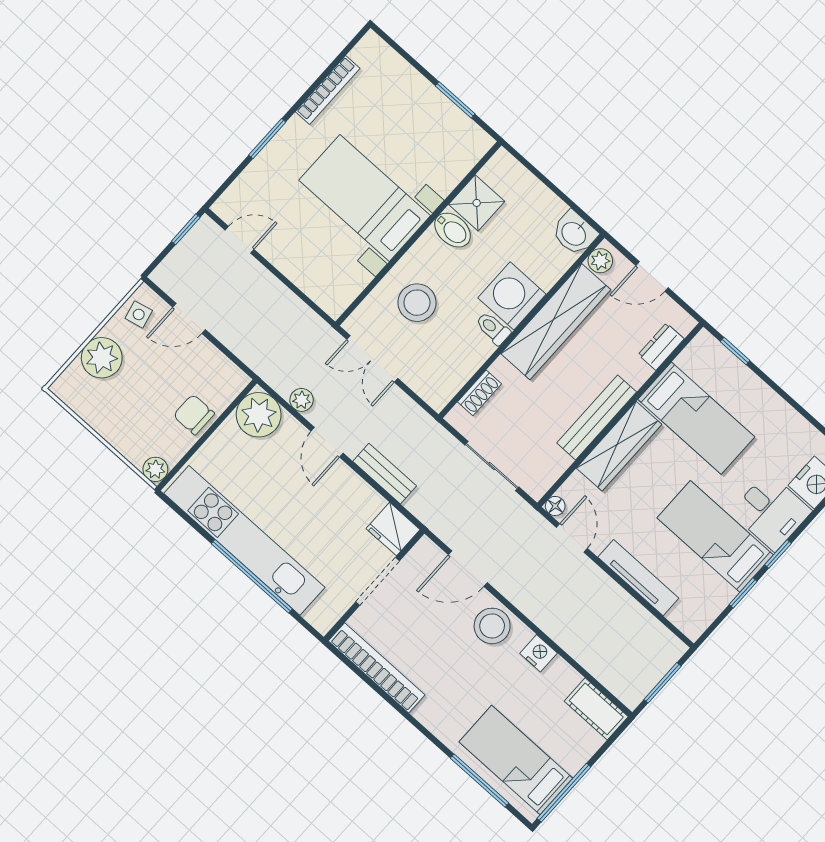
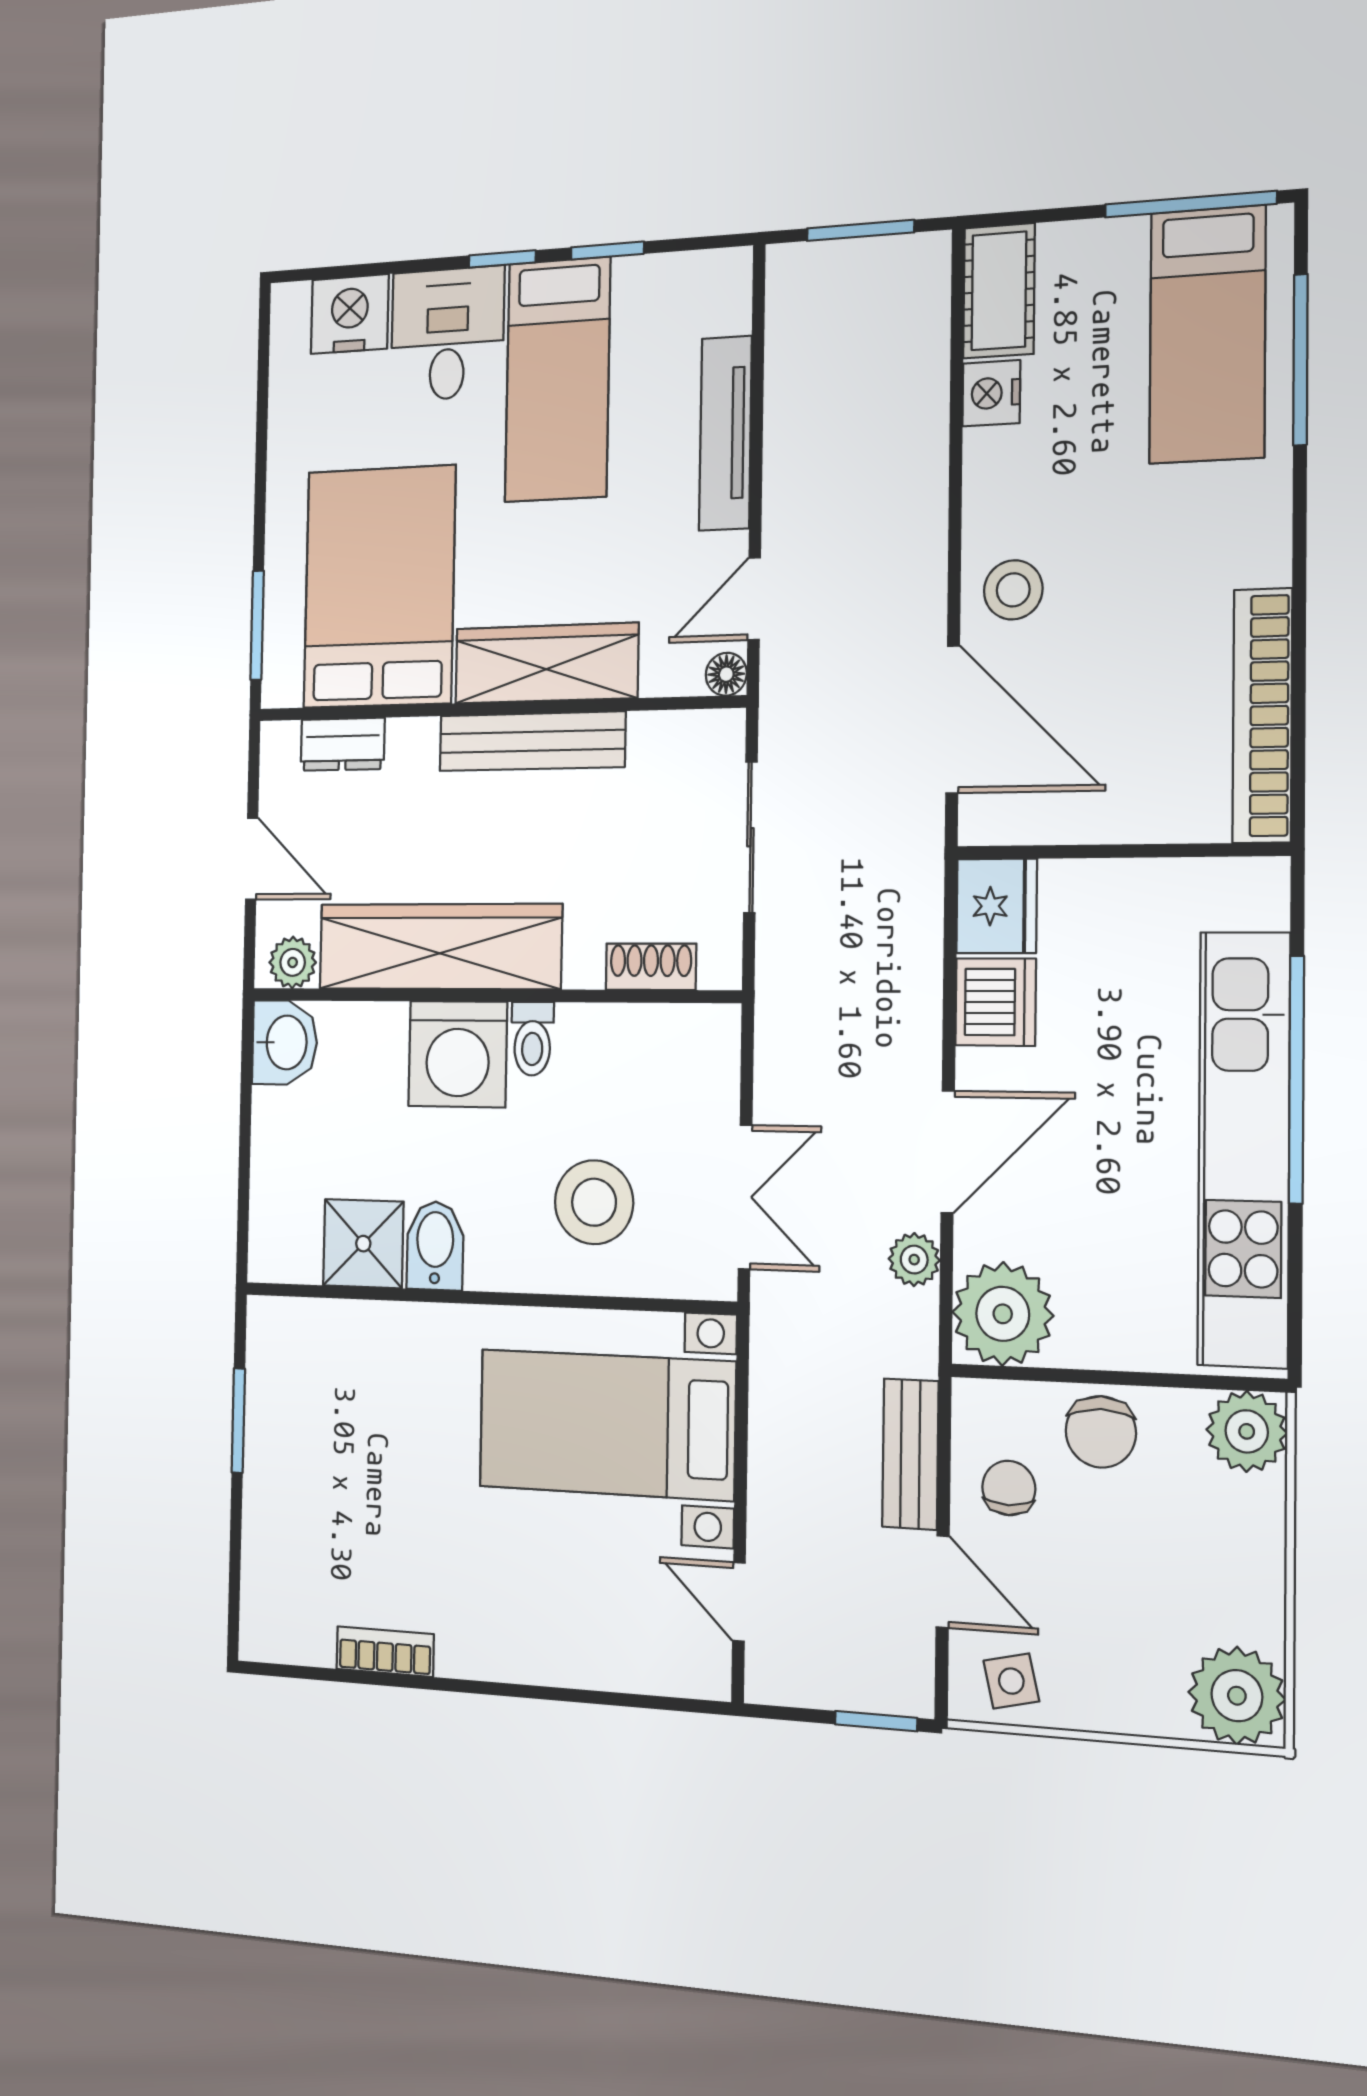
bookcase: (328, 90) -> (385, 1652), width x0.64
window: (267, 139) -> (539, 1692), removed
bed with nightstands: (365, 198) -> (606, 1424), moved, turned 90
window: (186, 229) -> (876, 1721), moved
window: (735, 351) -> (257, 625), width x1.50
plant: (102, 358) -> (1237, 1696), moved
chair: (201, 368) -> (1009, 1488), added
bed: (696, 418) -> (379, 587), width x1.50
door: (327, 442) -> (948, 1152), width x1.38
plant: (155, 469) -> (1247, 1431), width x1.38, depth x1.38
bench: (385, 474) -> (910, 1454), moved
dishwasher: (362, 501) -> (996, 1002), added
door: (468, 569) -> (953, 719), width x1.36
doorway: (378, 581) -> (1109, 851), removed
stool: (492, 626) -> (1013, 590), width x0.73, depth x0.73
nightstand: (539, 653) -> (991, 393), moved

